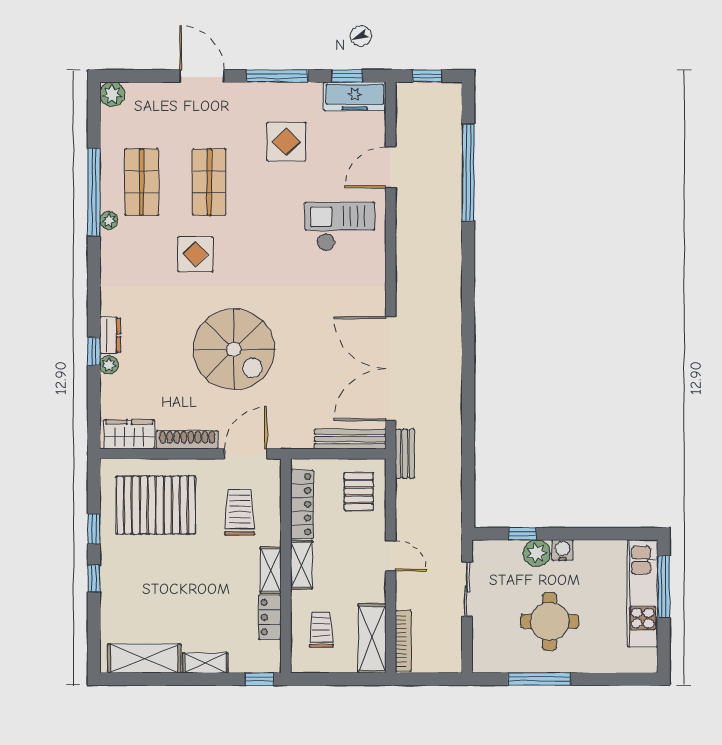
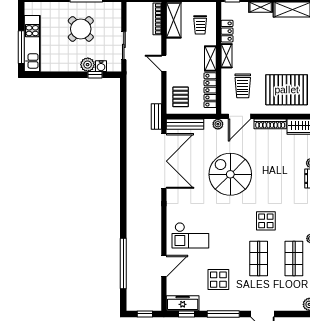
spiral stairs: (234, 349) -> (230, 174), moved
plant: (287, 439) -> (218, 124), added
water cooler: (563, 550) -> (101, 66), moved
round table: (550, 621) -> (81, 29), turned 45

